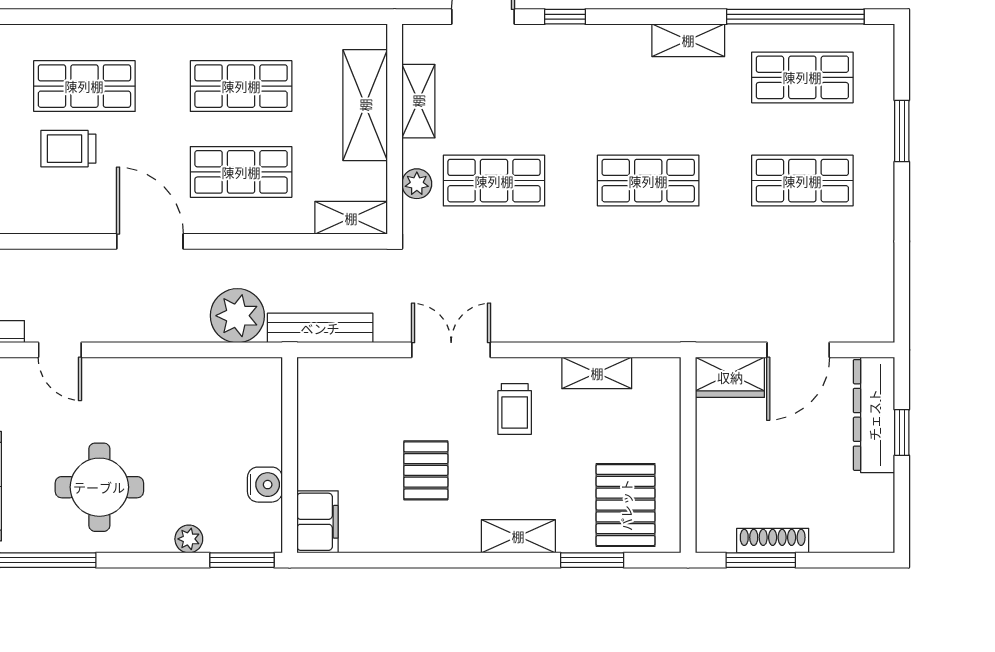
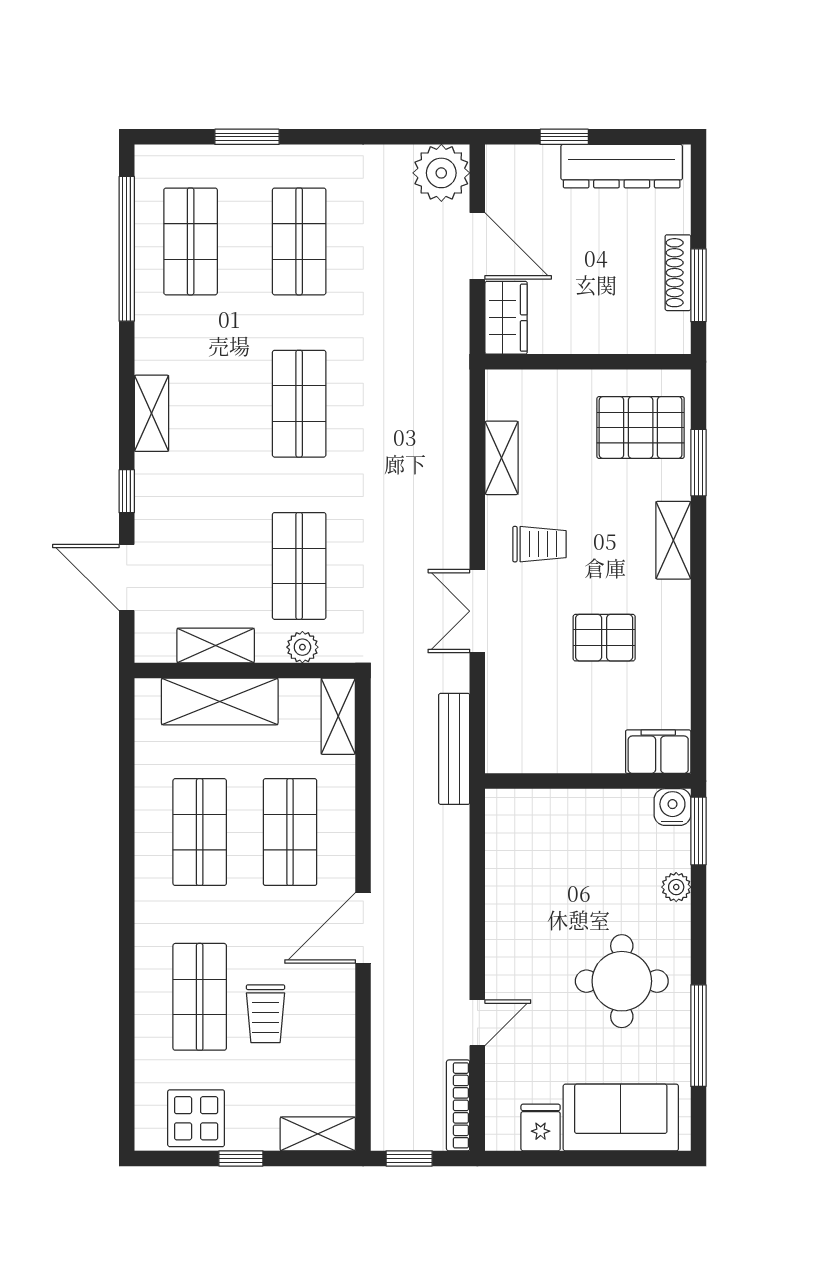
shelving: (688, 40) -> (152, 413), moved
plant: (237, 316) -> (441, 173), moved
dresser: (874, 415) -> (622, 166), moved
water cooler: (265, 485) -> (672, 807), moved

